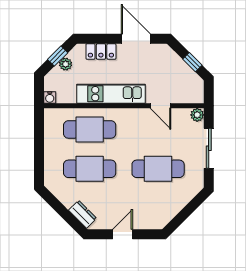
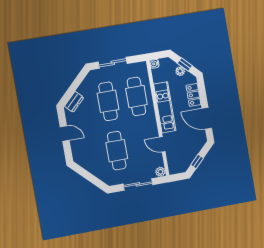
door: (136, 39) -> (207, 118), swing flipped
door: (161, 106) -> (162, 144), hinge flipped
sliding door: (39, 153) -> (113, 63), added

